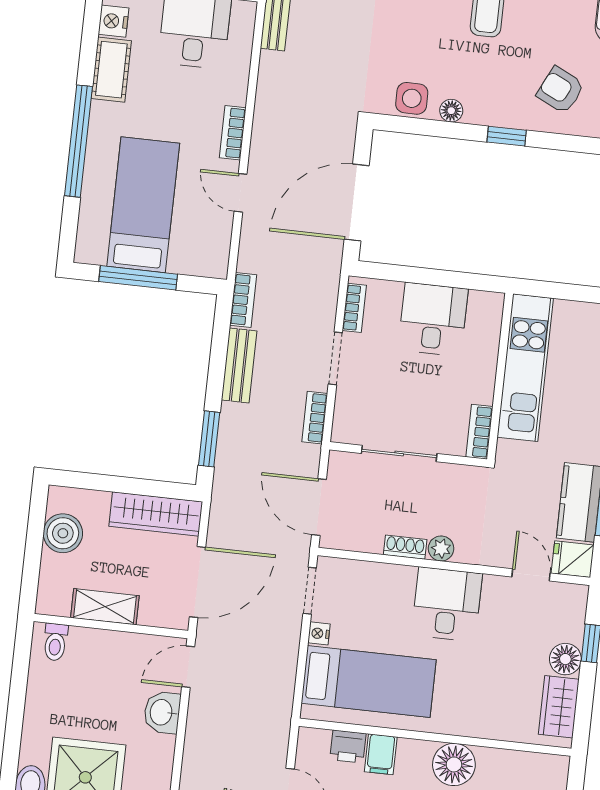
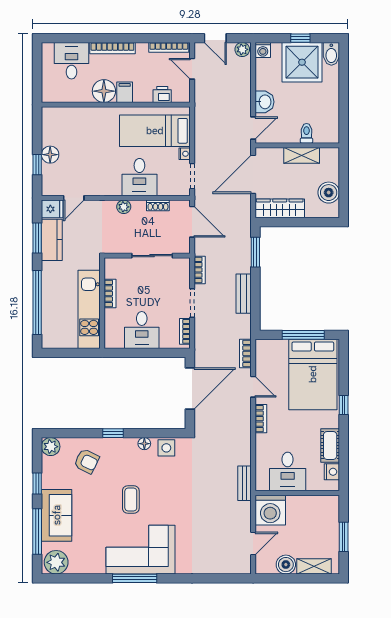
window: (79, 141) -> (344, 405), width x0.32
bed: (143, 205) -> (313, 374), width x1.50
bookcase: (243, 300) -> (245, 353), moved
bookcase: (479, 432) -> (110, 294), moved
shoe rack: (405, 547) -> (158, 205), moved
door: (531, 575) -> (74, 198), hinge flipped
desk: (447, 604) -> (139, 177), moved
toilet: (55, 642) -> (307, 133), moved
wardrobe: (559, 707) -> (51, 128), removed
filing cabinet: (381, 754) -> (125, 92), moved

